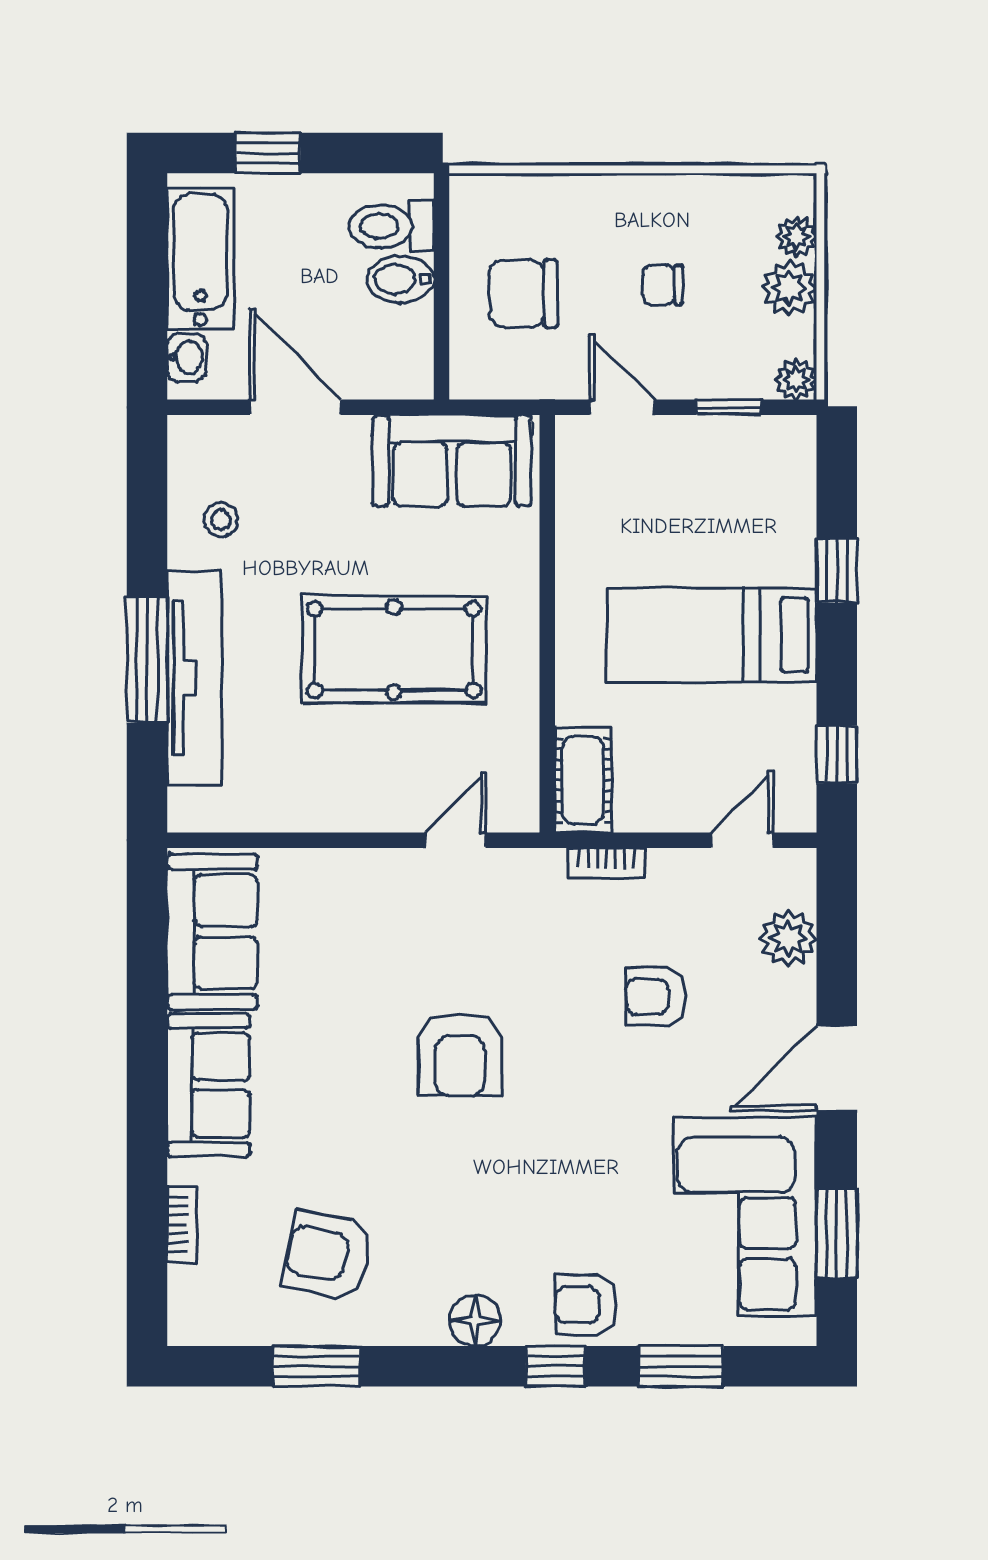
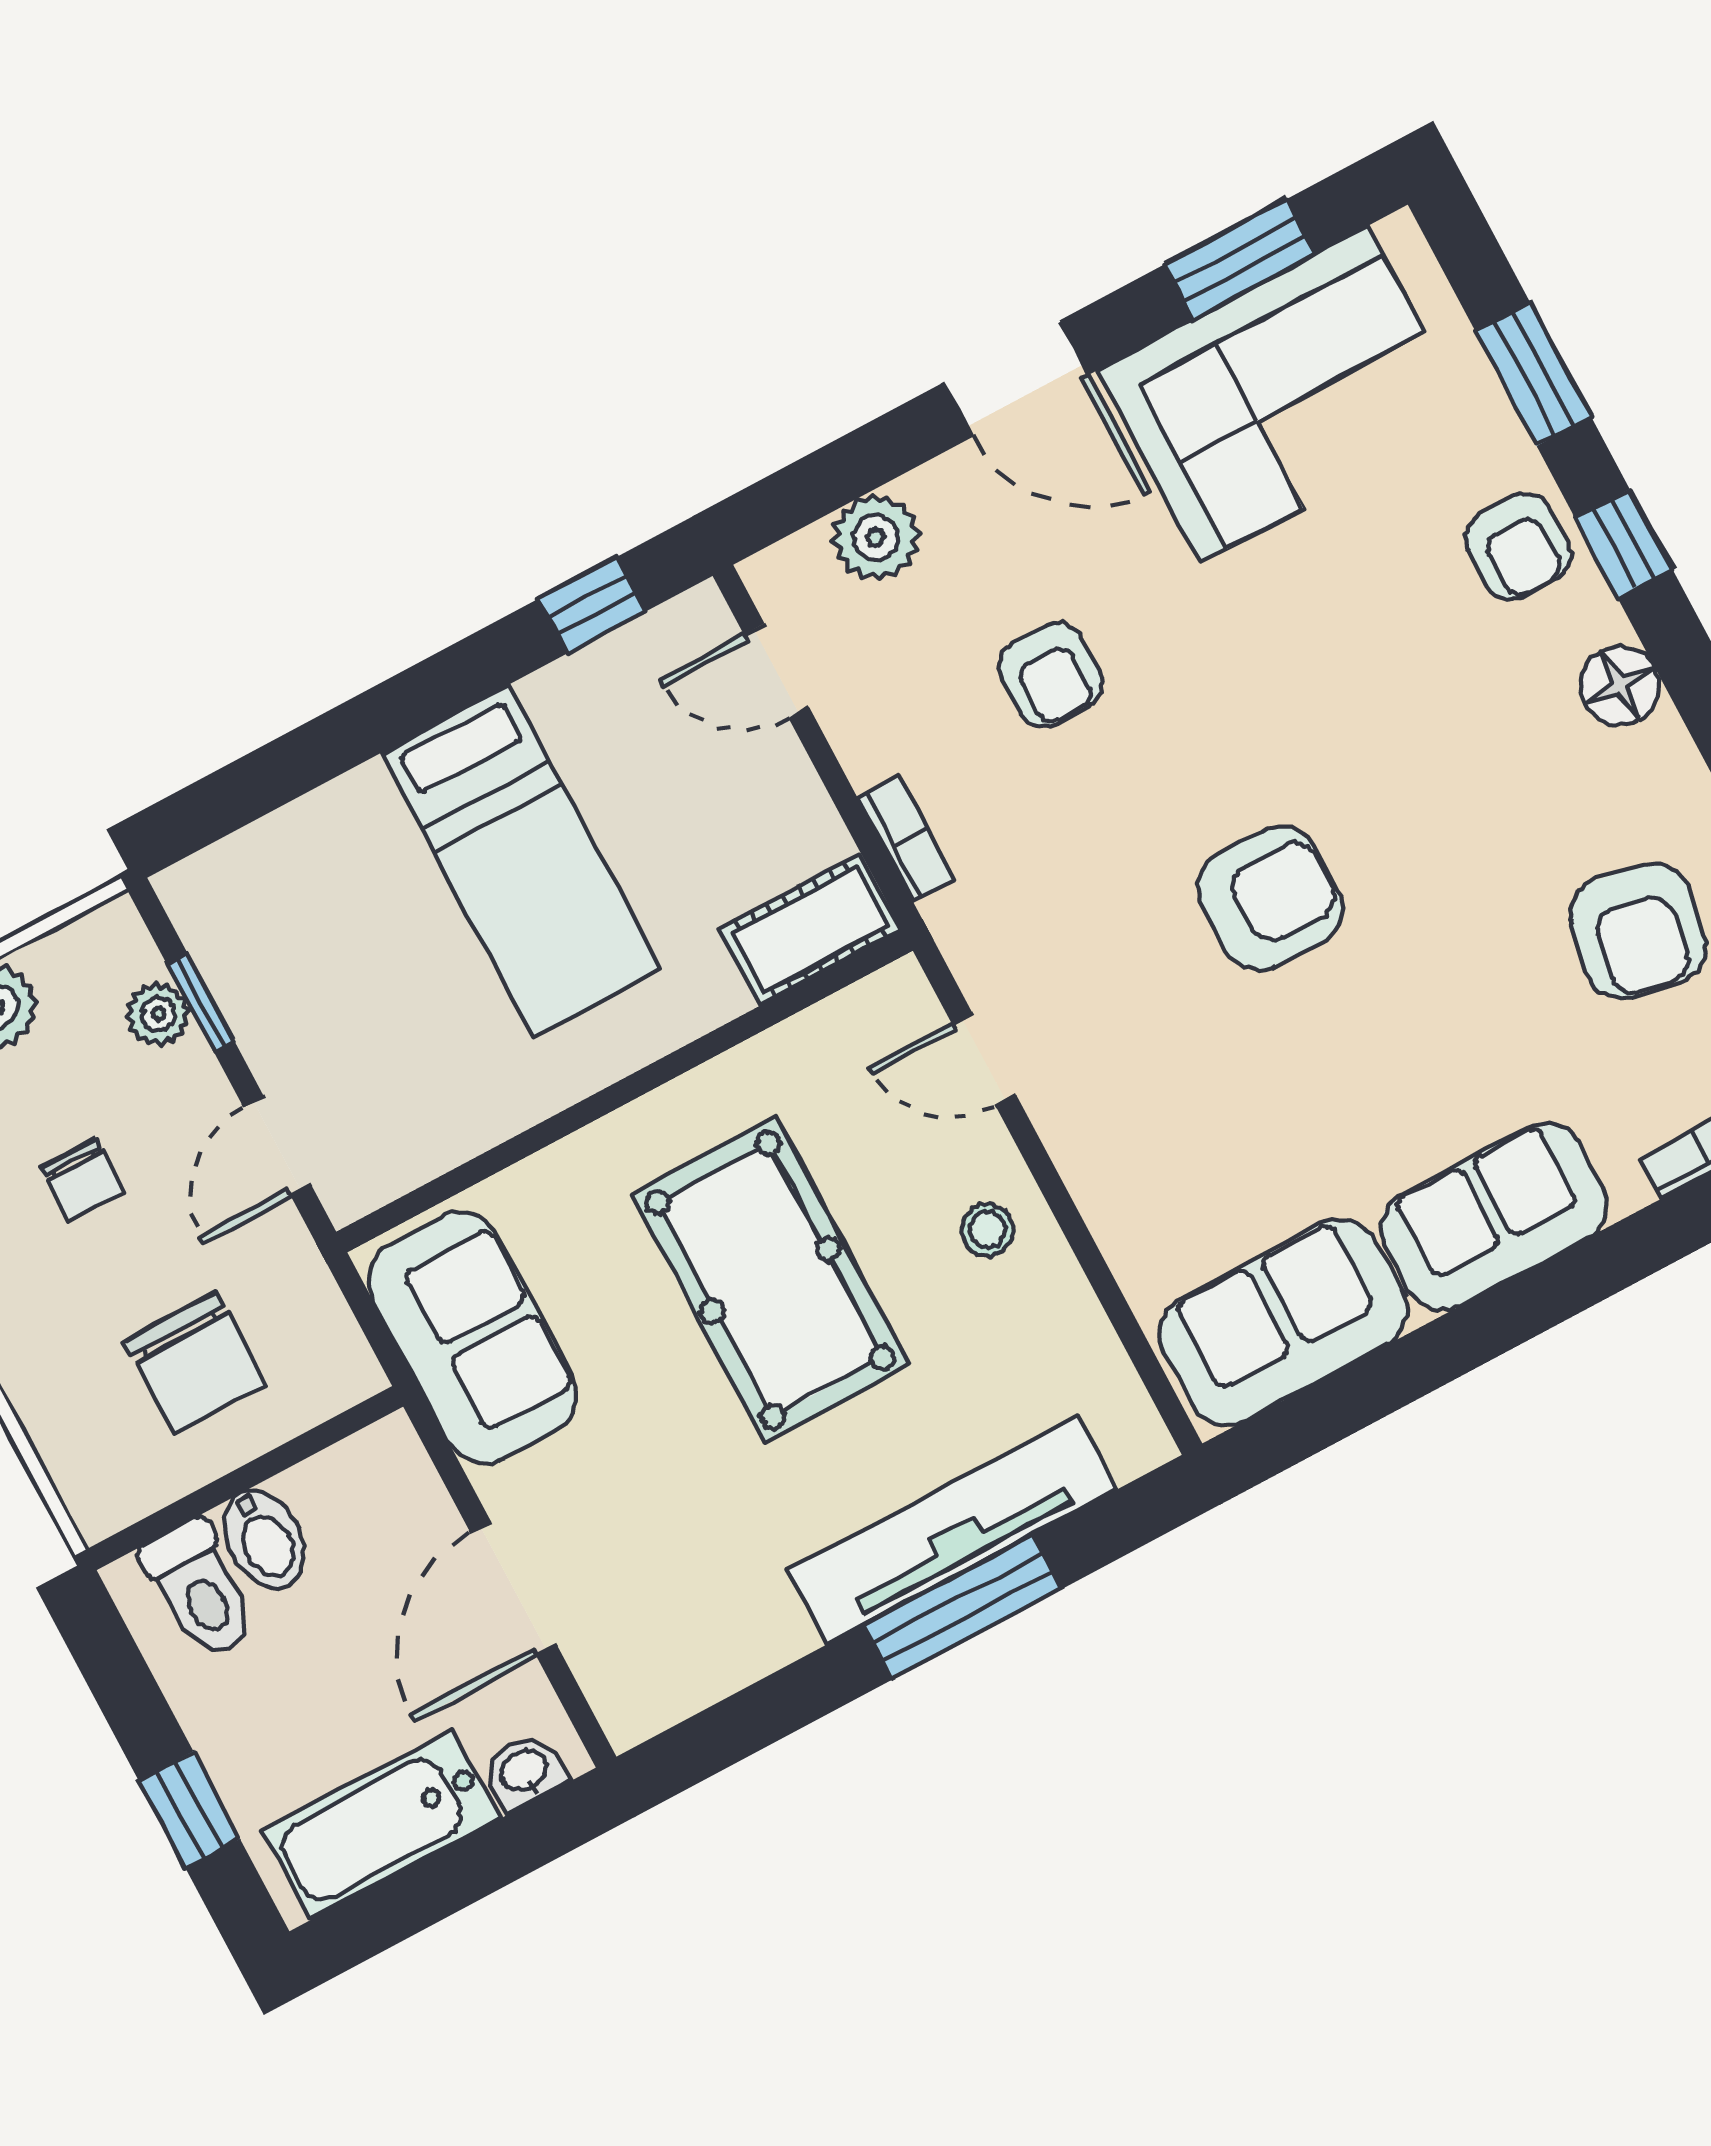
plant: (796, 379) -> (158, 1014), moved
stool: (221, 520) -> (988, 1230), moved
window: (837, 570) -> (343, 738), removed

